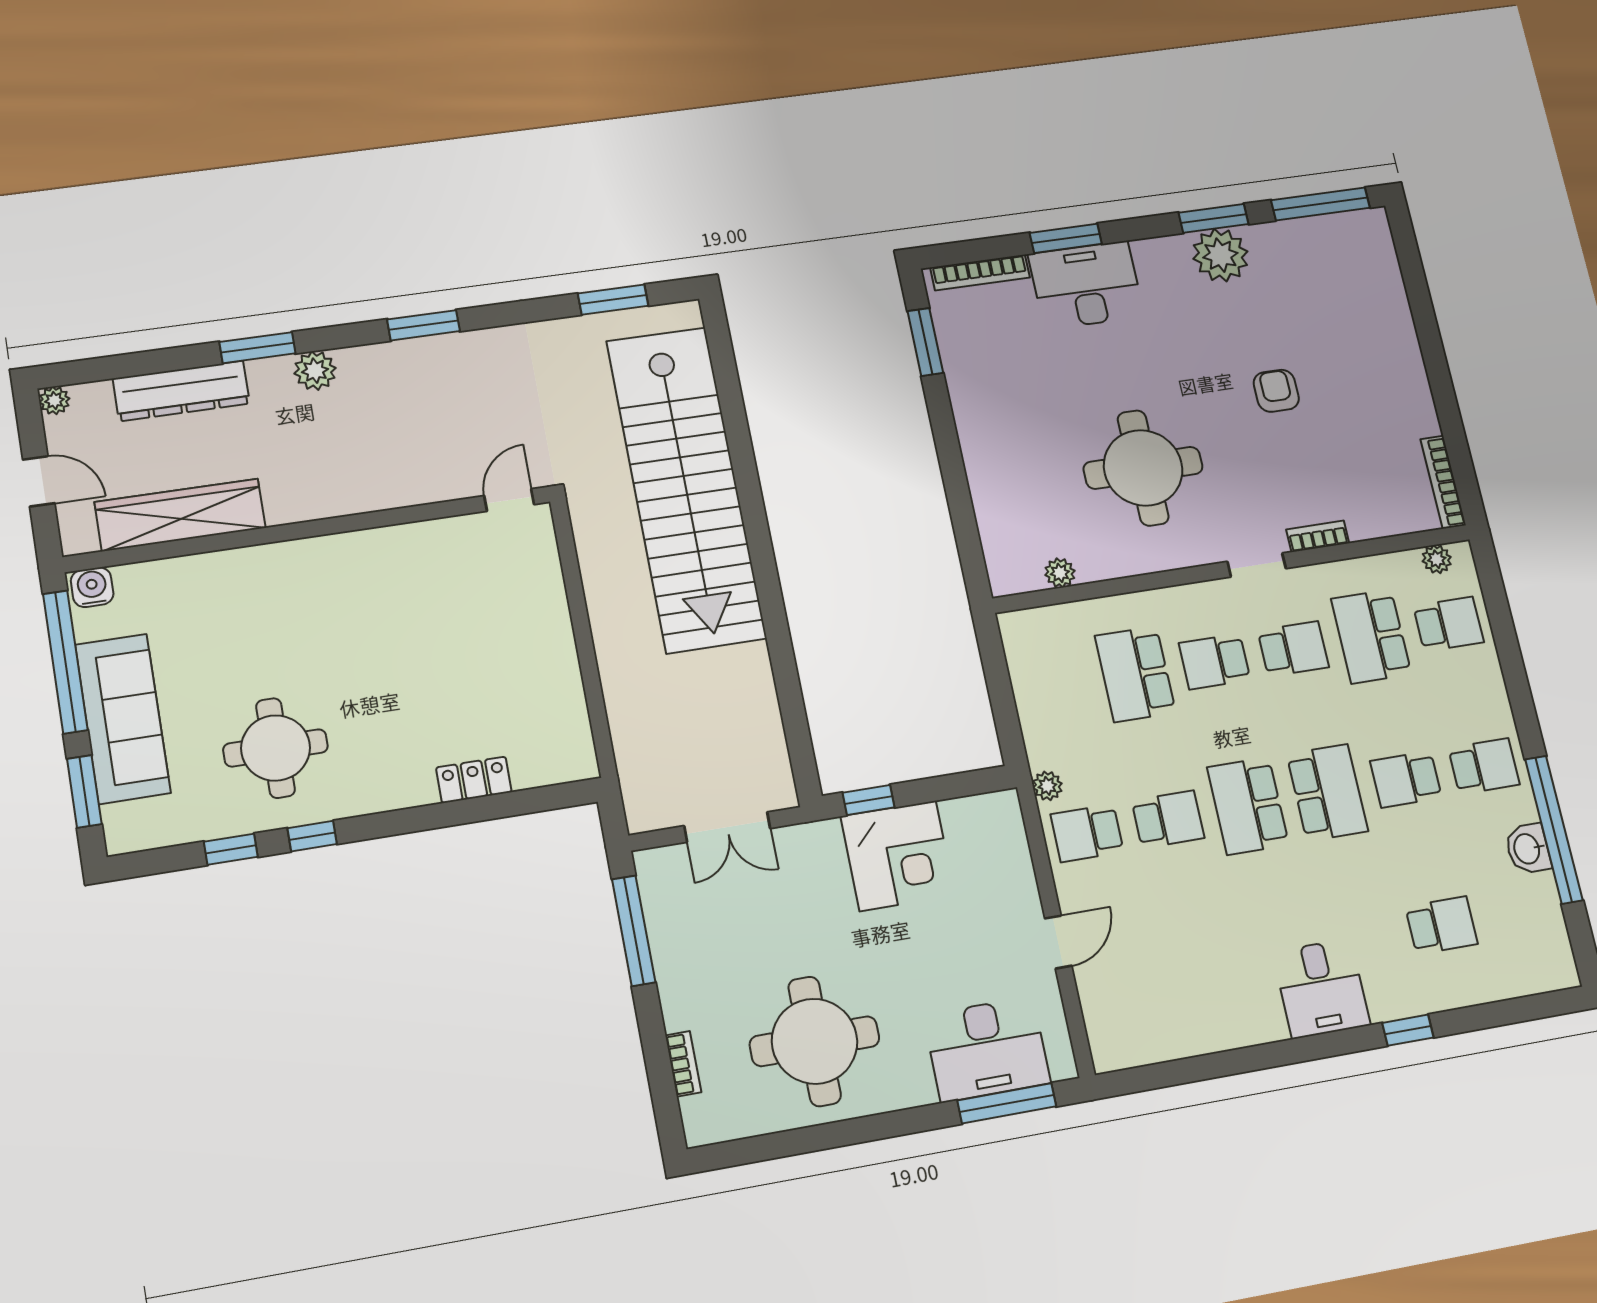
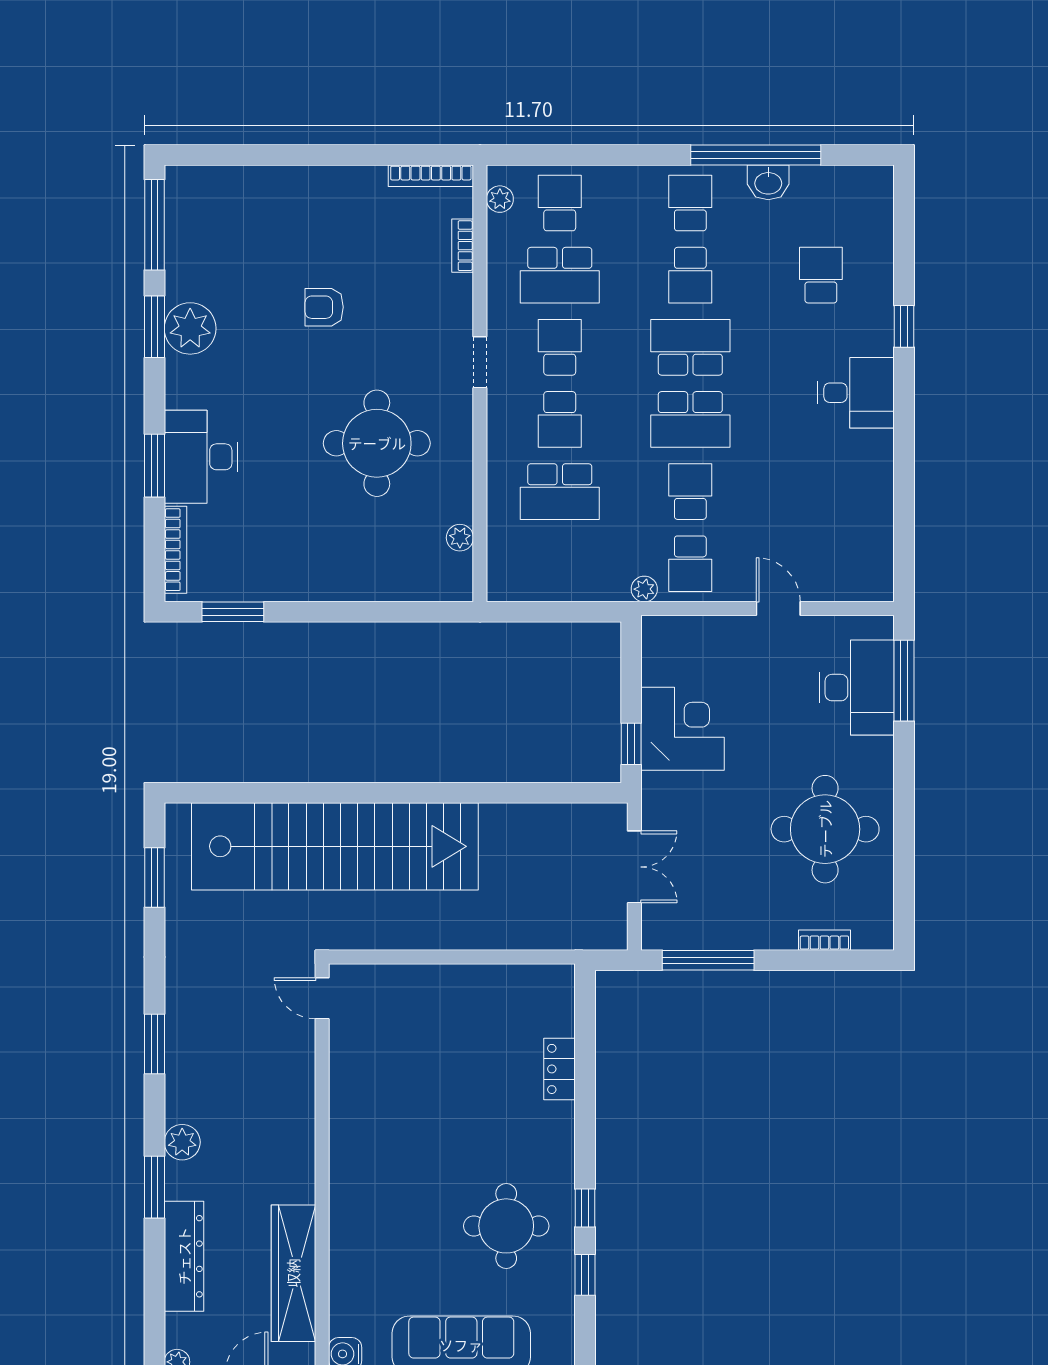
bookcase: (1318, 536) -> (463, 246), moved

